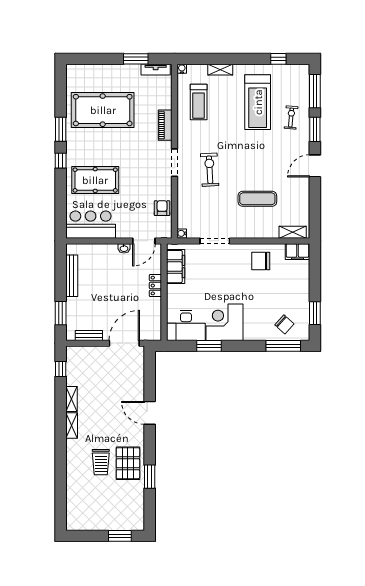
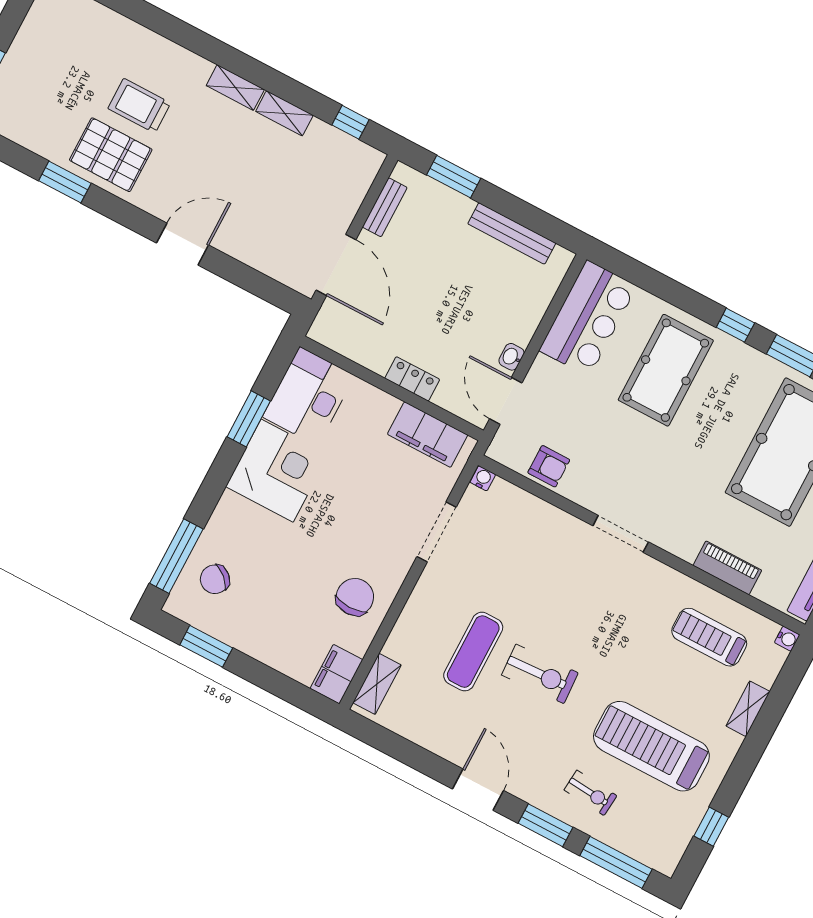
piano: (165, 125) -> (727, 568), moved
exercise bike: (210, 170) -> (540, 674), moved

